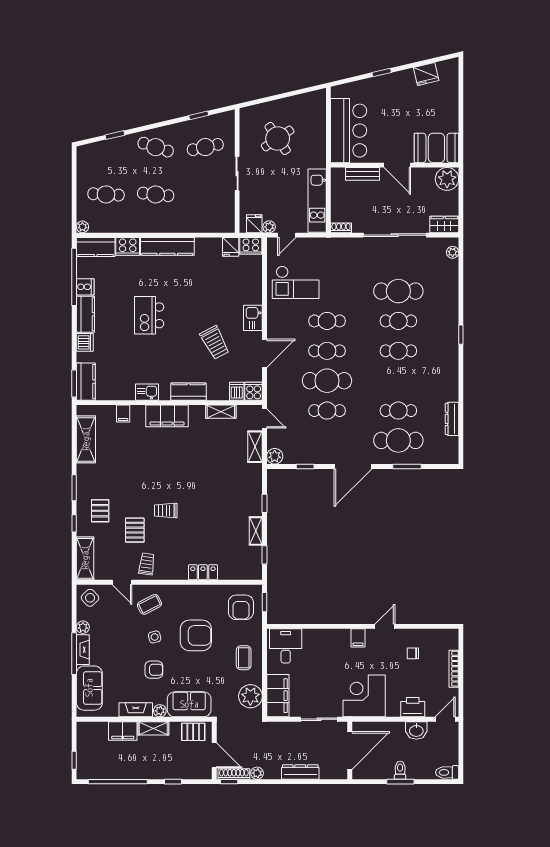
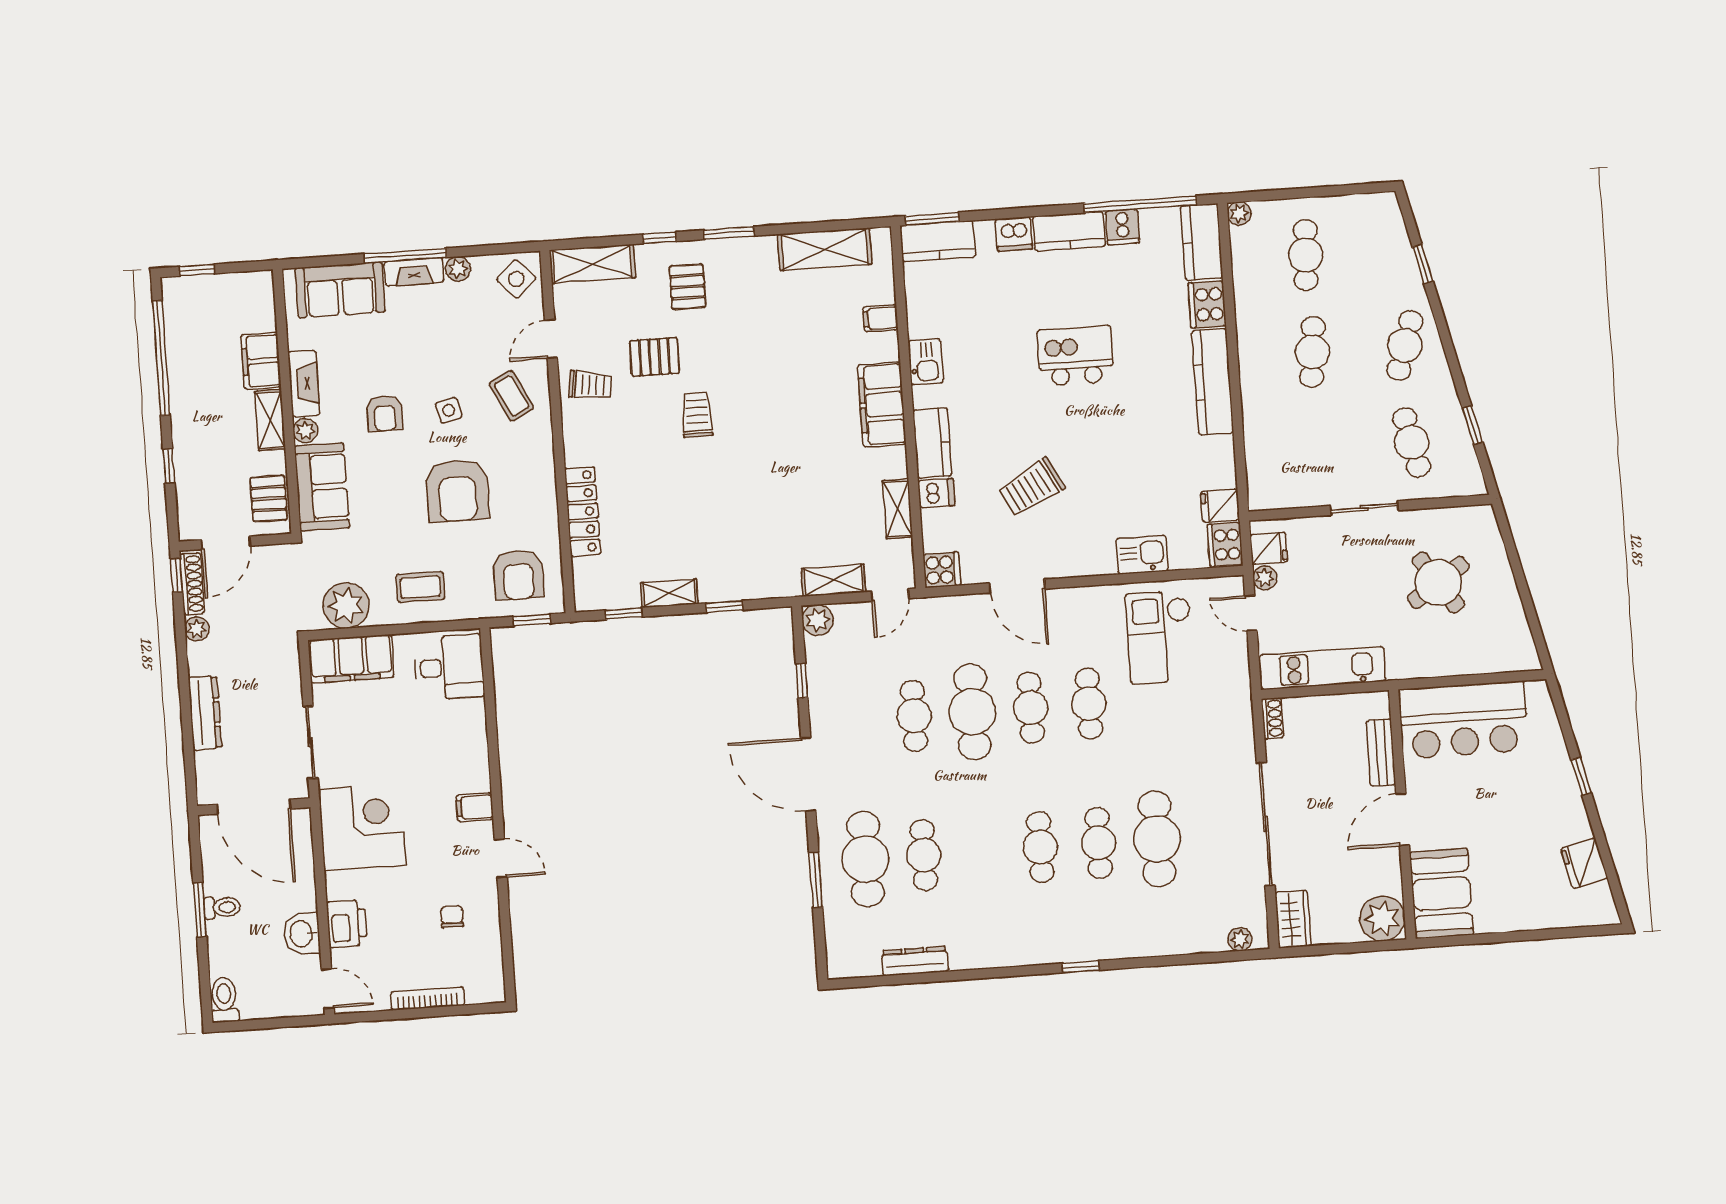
kitchen sink: (253, 318) -> (1142, 555), moved
dishwasher: (237, 391) -> (936, 493), moved
pallet: (100, 511) -> (688, 287), turned 90
locker: (203, 572) -> (583, 511), width x1.53
armchair: (241, 607) -> (518, 575), turned -90

